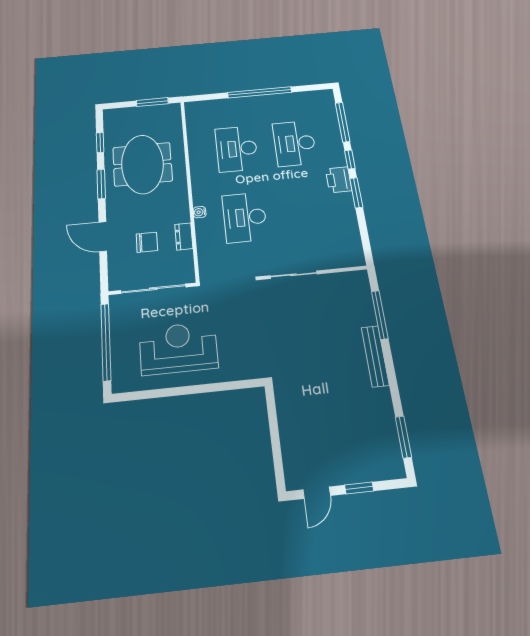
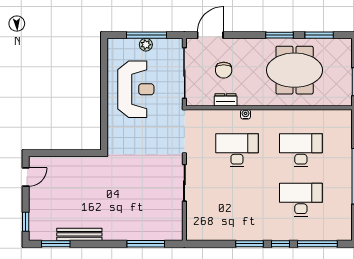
window: (100, 143) -> (319, 35), width x1.50
printer: (339, 180) -> (263, 231), removed
door: (103, 237) -> (210, 35), moved
plant: (118, 341) -> (146, 45), added
window: (106, 342) -> (146, 35), width x0.68
bench: (375, 356) -> (79, 234), moved
window: (359, 488) -> (26, 222), moved
door: (317, 493) -> (26, 177), swing flipped

